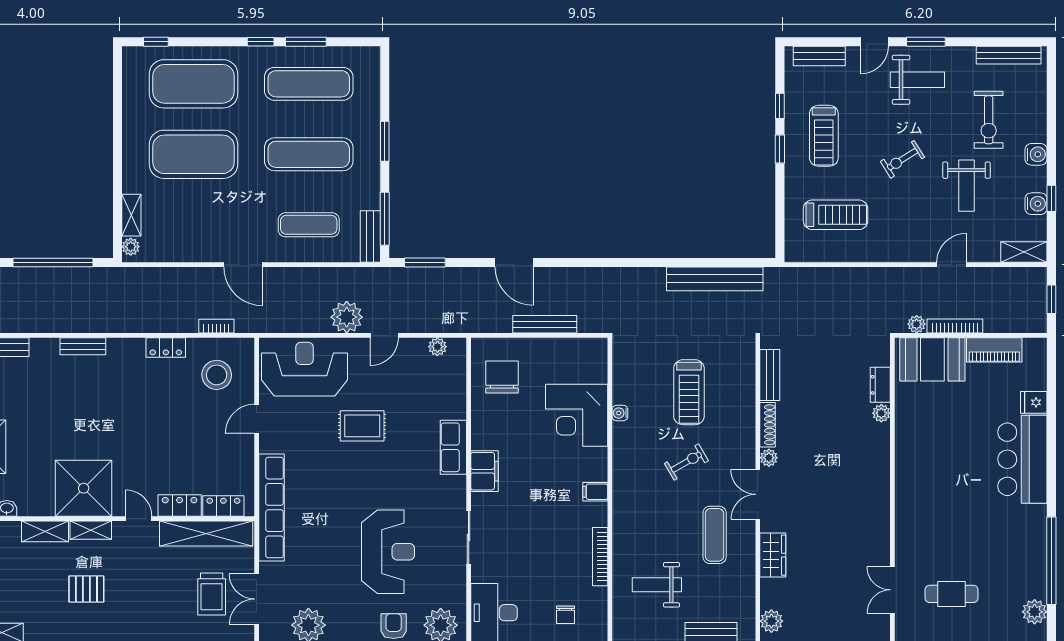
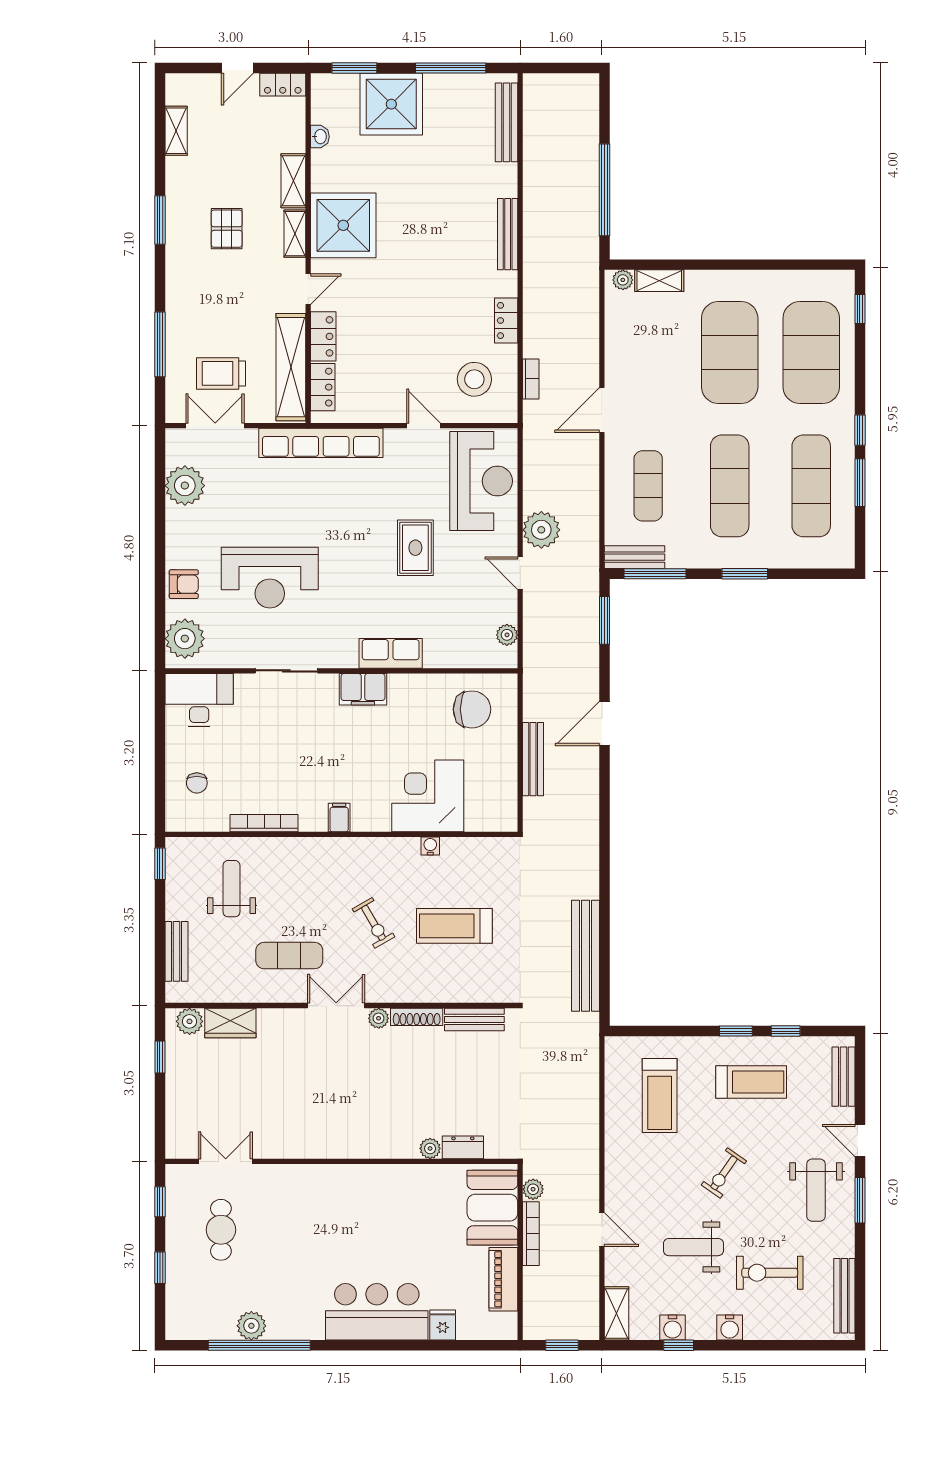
treadmill: (824, 136) -> (751, 1082), turned 180
exercise bike: (902, 159) -> (724, 1173), turned -113
bench: (83, 346) -> (508, 234), width x1.36
wardrobe: (773, 555) -> (230, 1023), moved
plant: (1035, 612) -> (251, 1326), moved
chair: (565, 615) -> (197, 783), turned -90

